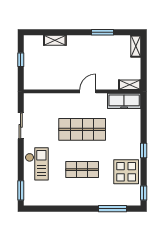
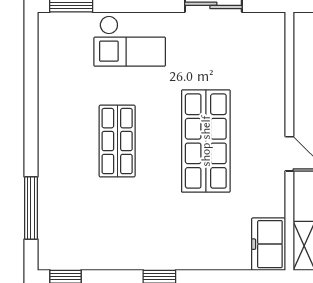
freezer: (124, 101) -> (269, 244), width x0.71
display table: (126, 172) -> (112, 238), removed

